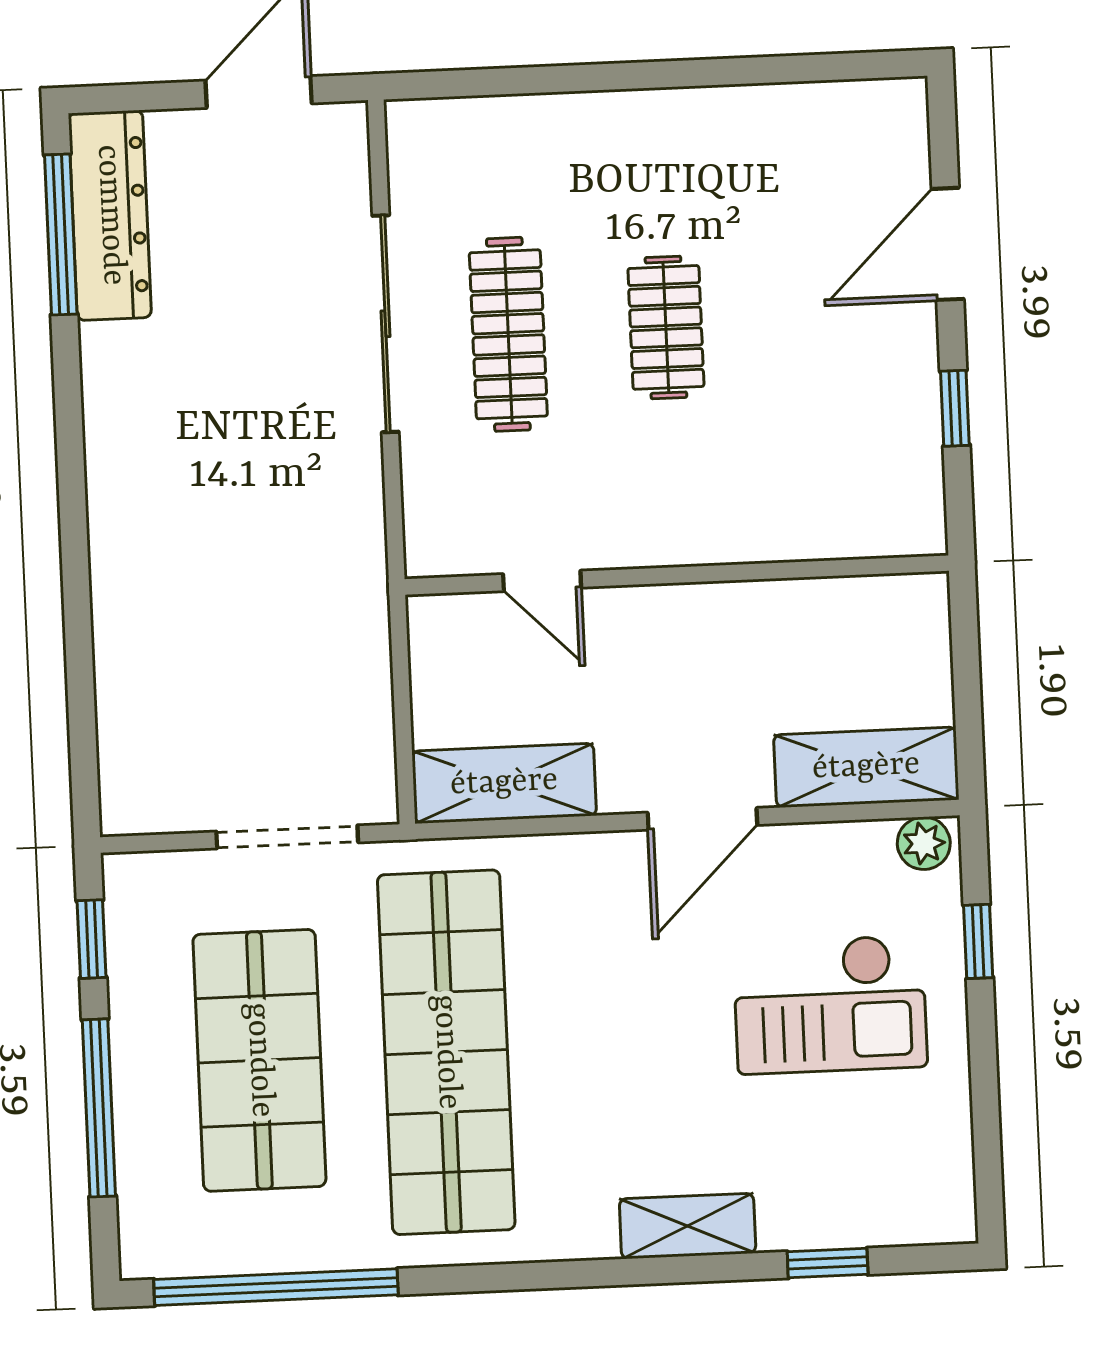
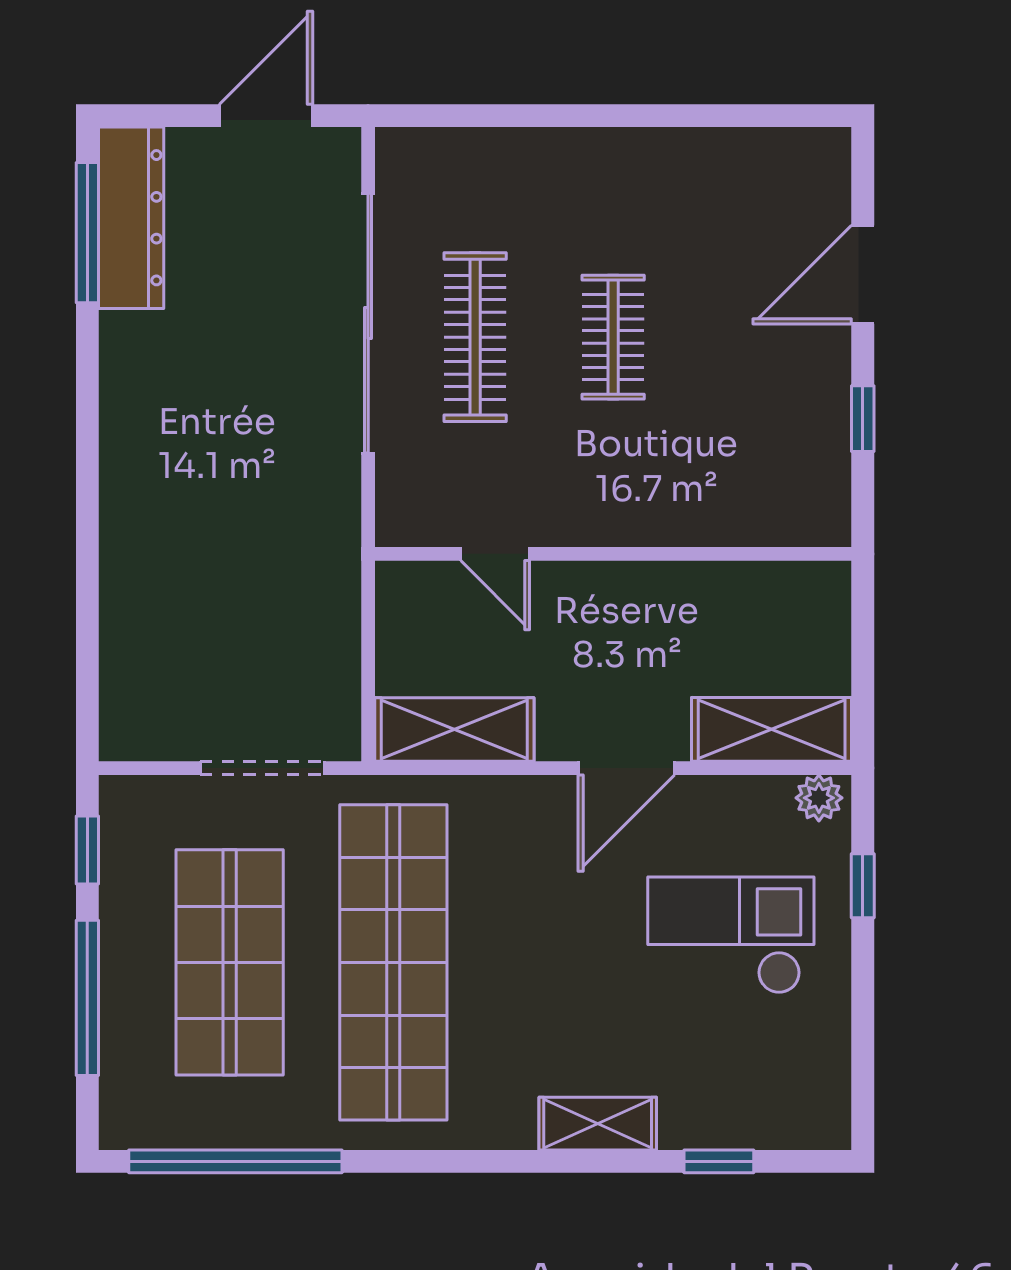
sliding door: (385, 324) -> (368, 323), width x1.36
checkout: (830, 1004) -> (731, 935), turned 180

